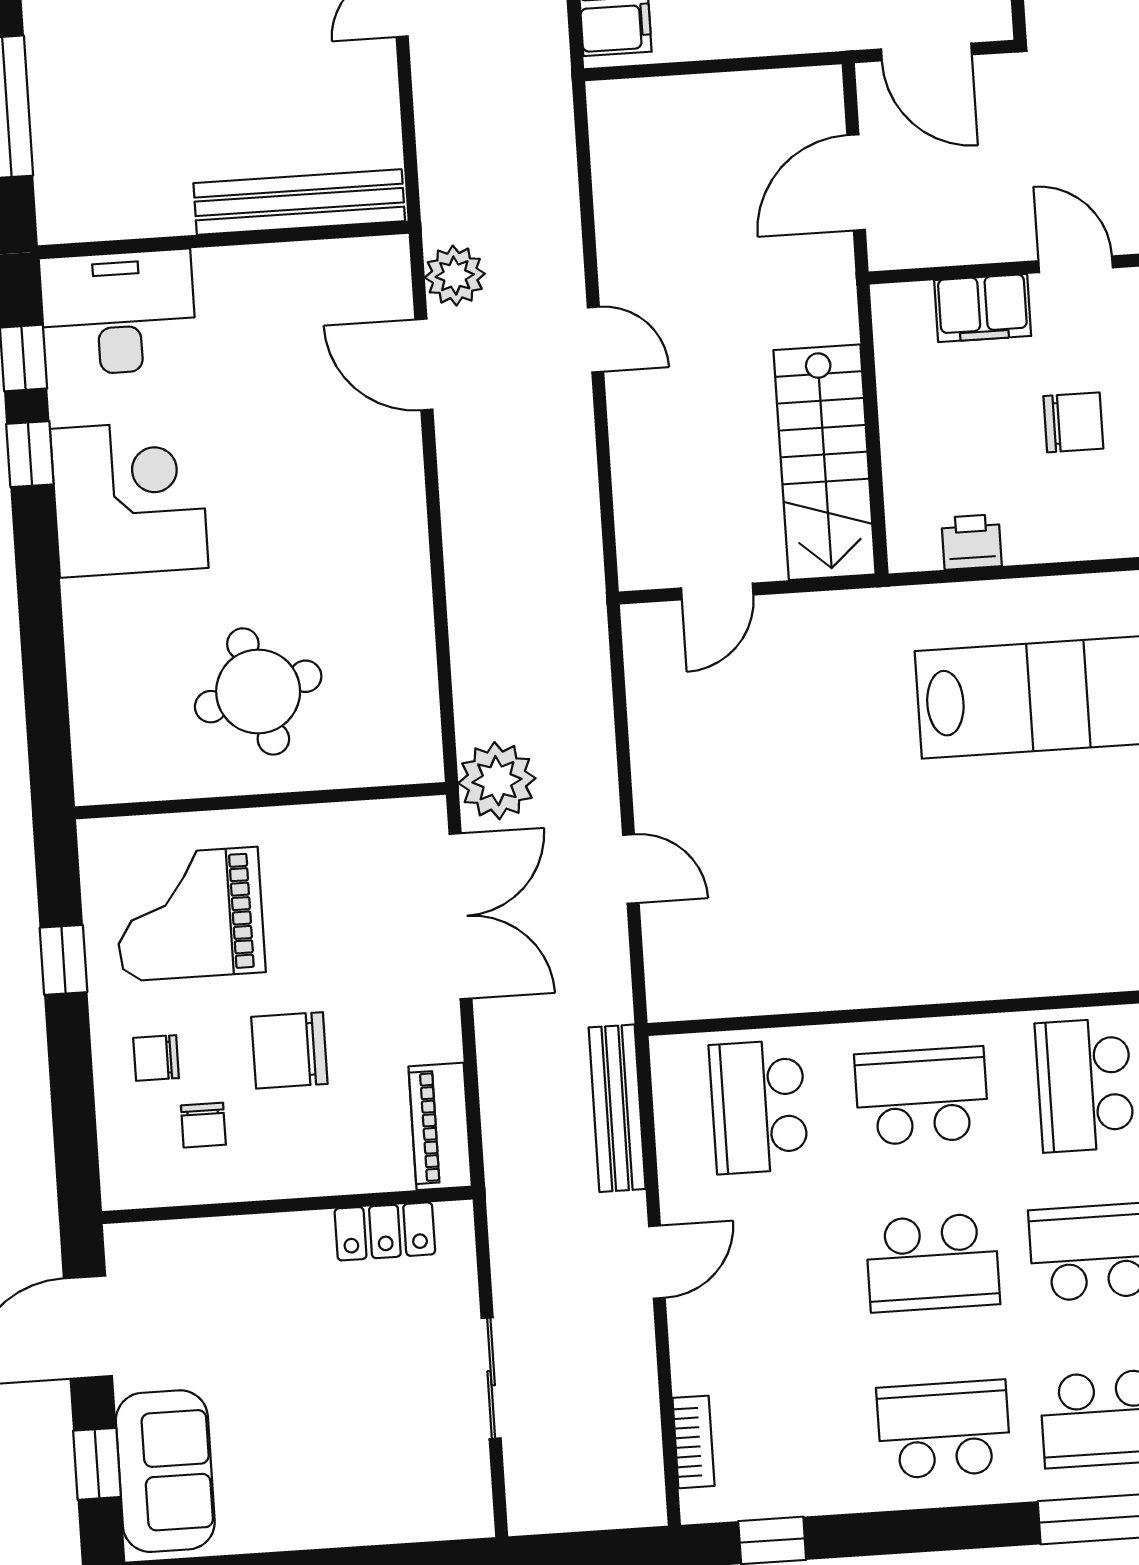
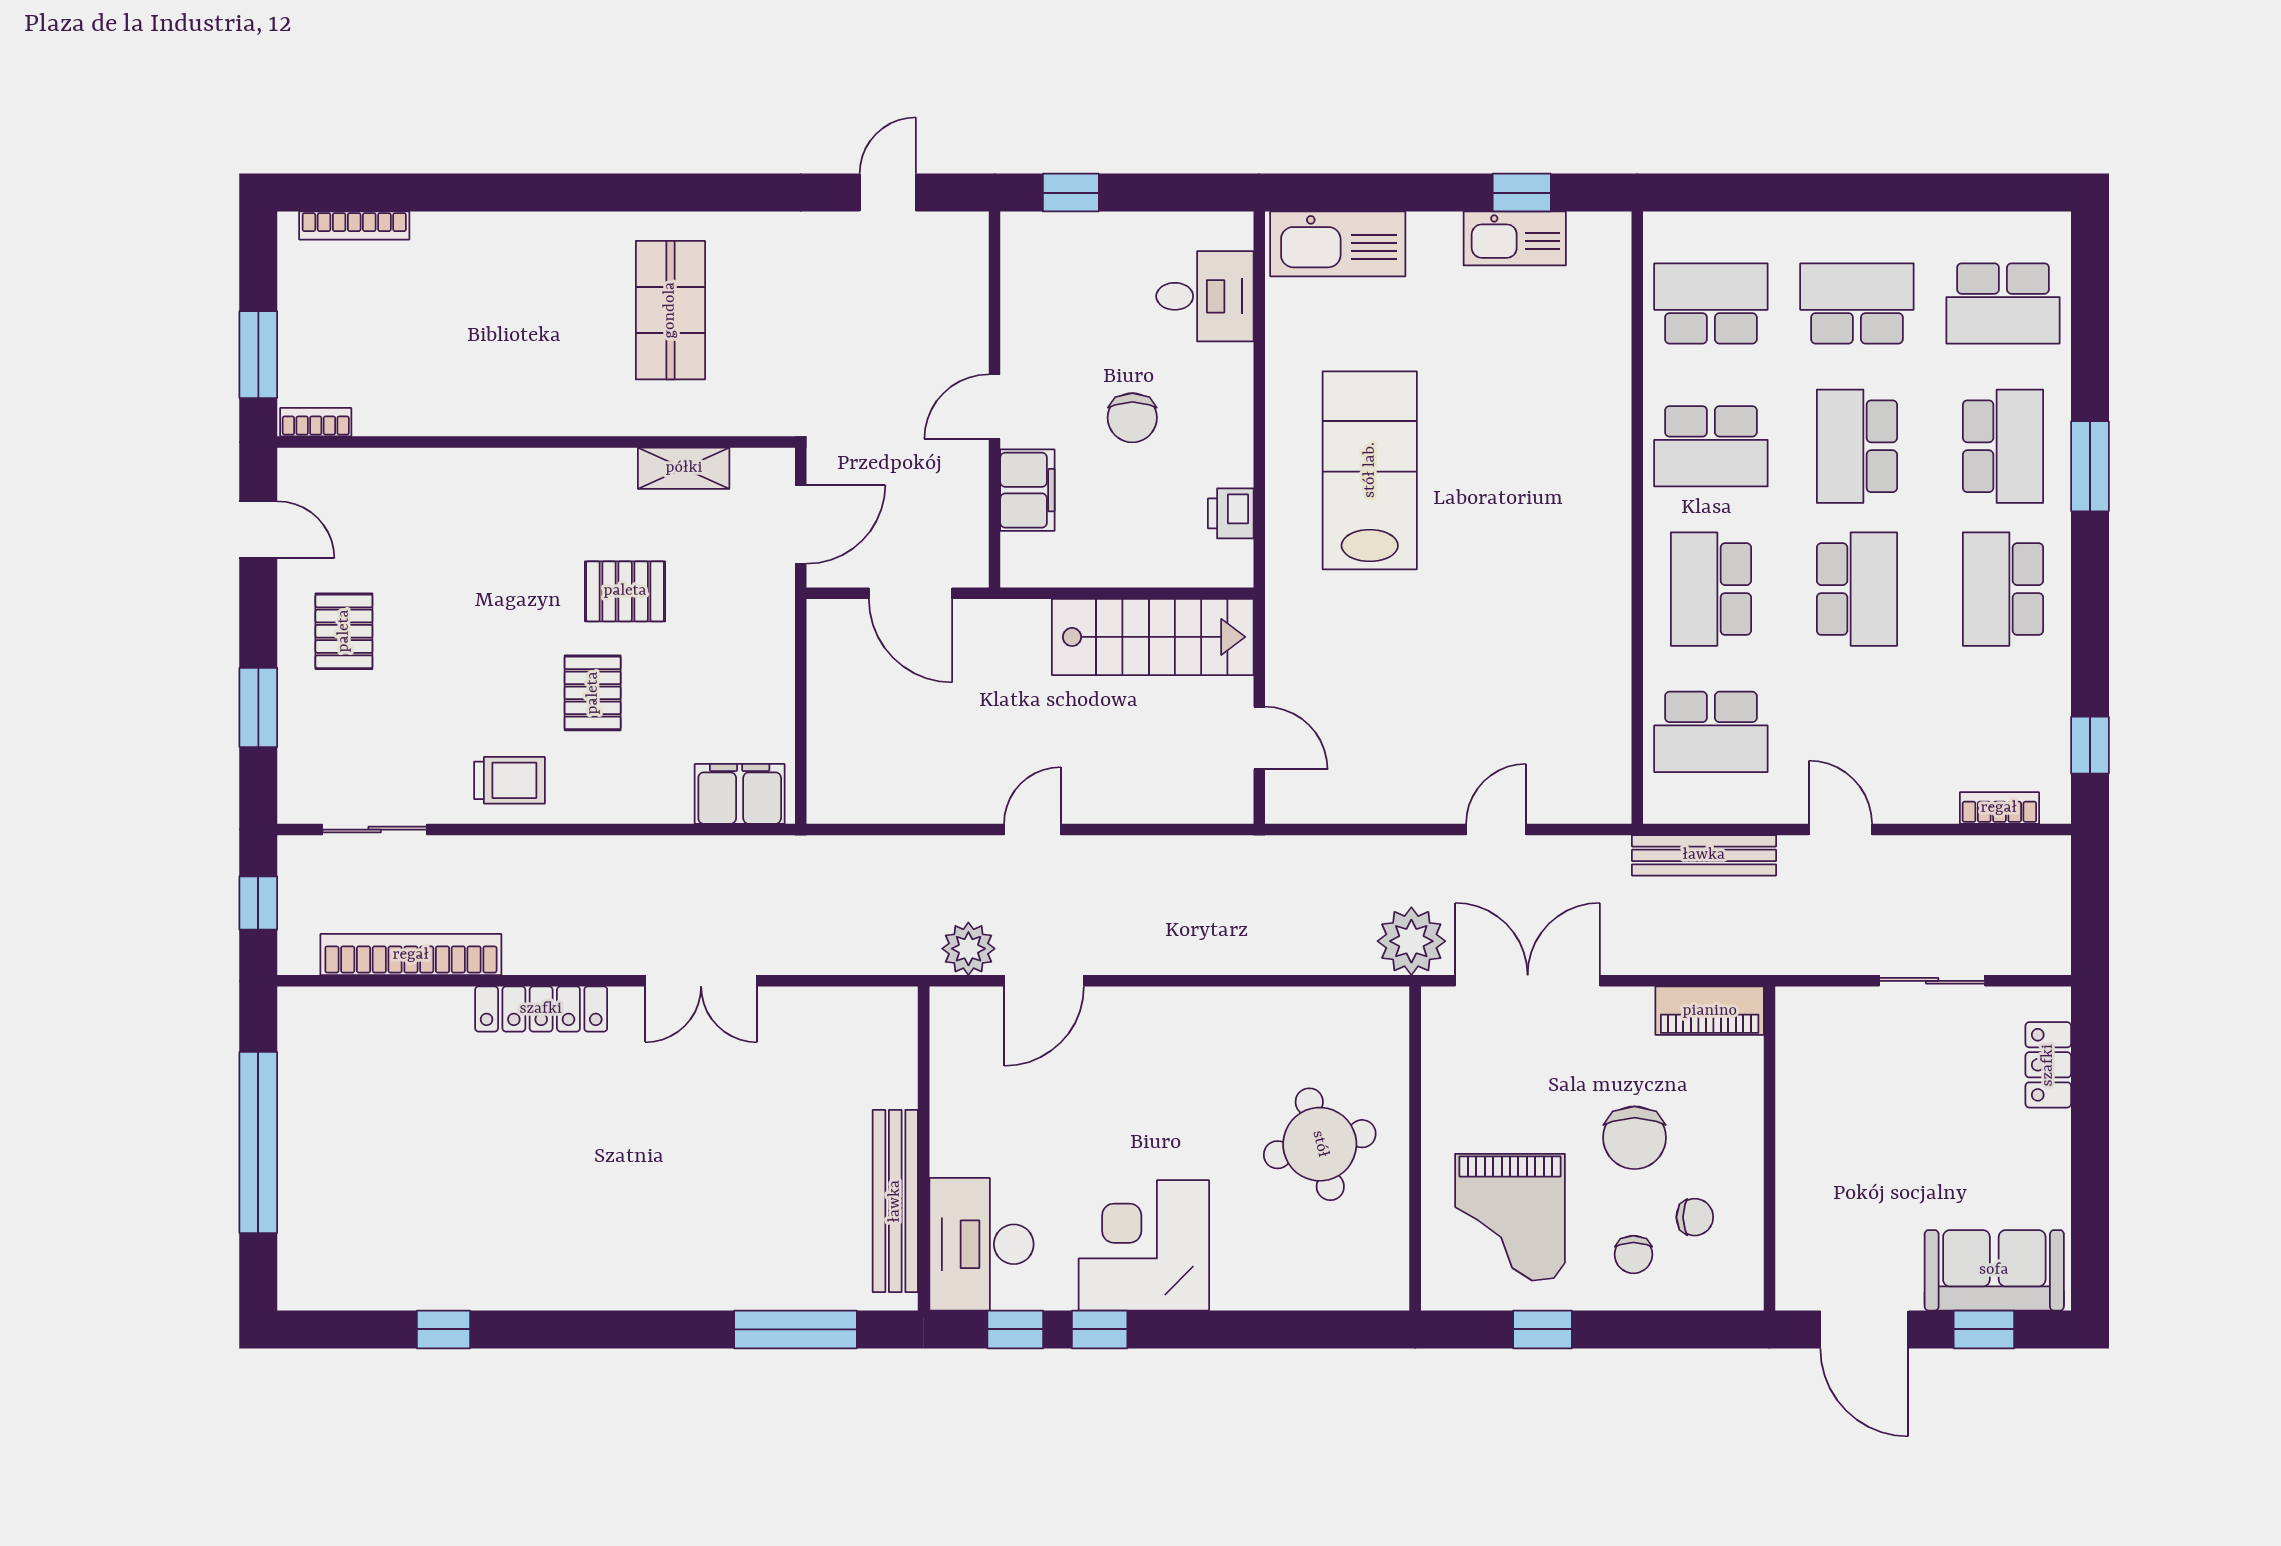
bench: (299, 202) -> (895, 1201), moved
chair: (1073, 422) -> (1132, 418), turned 180
locker: (385, 1231) -> (2048, 1065), moved, turned 180

